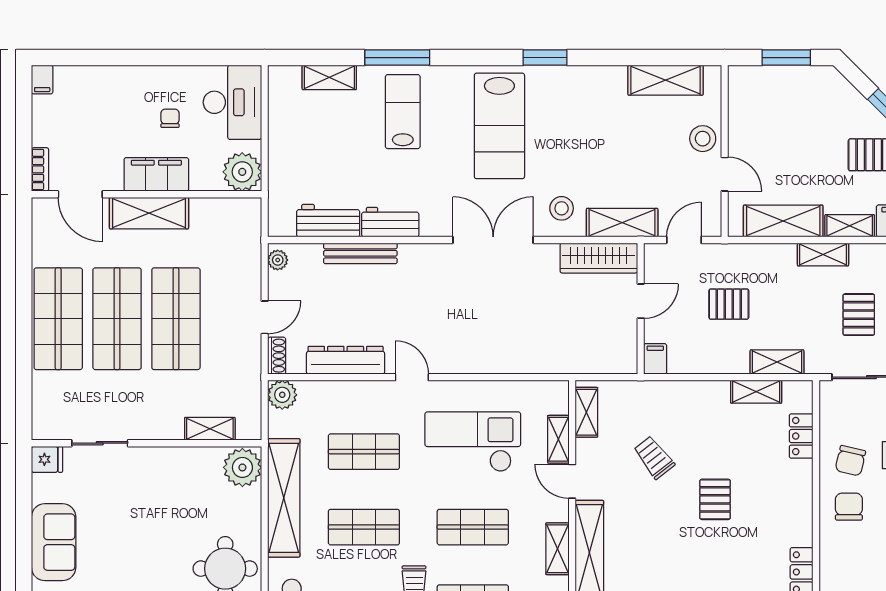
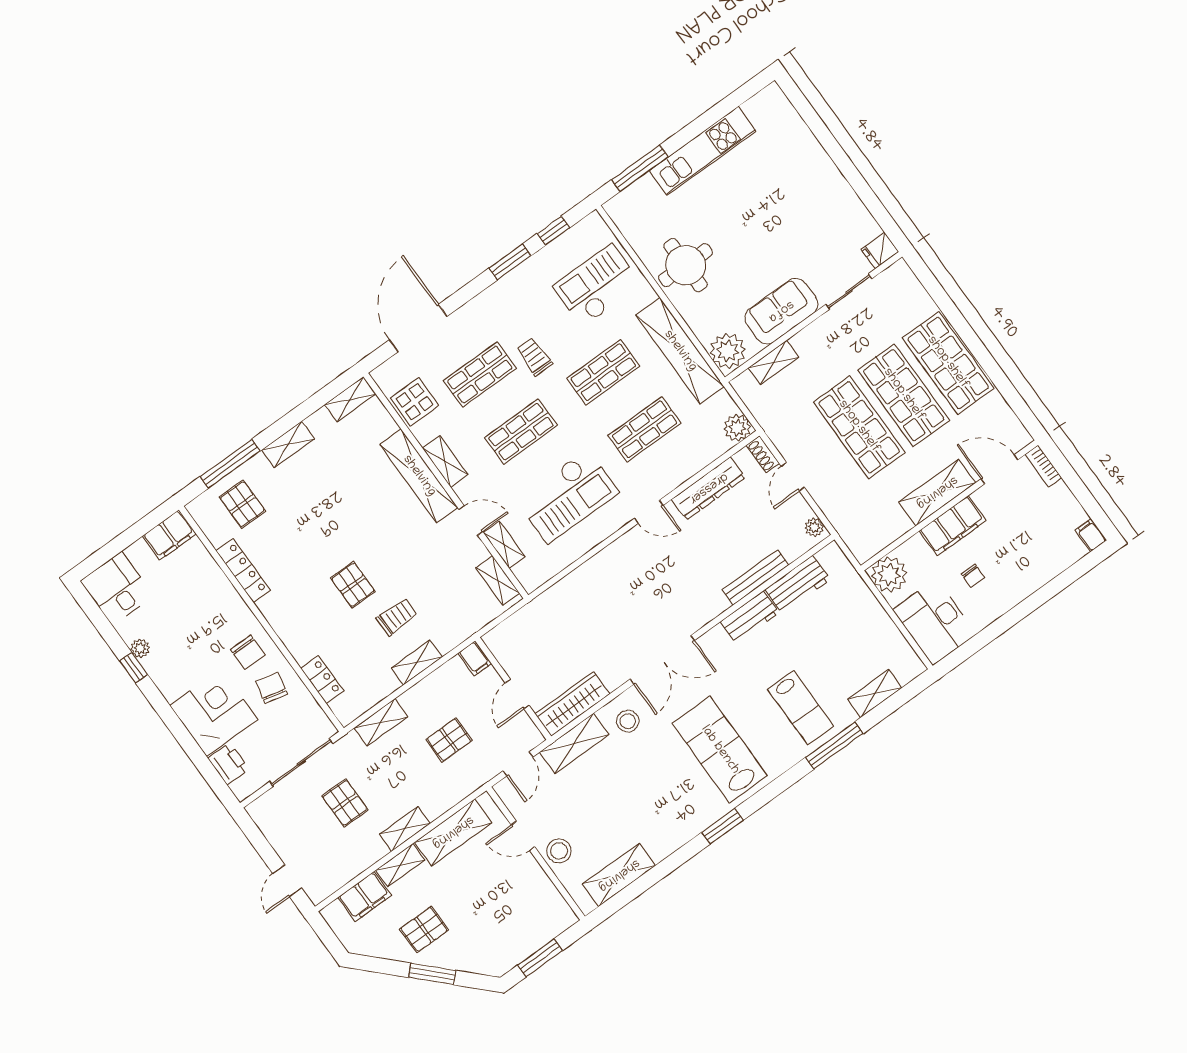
shelving: (756, 392) -> (417, 662), moved
trolley: (654, 457) -> (397, 617), moved, turned -52
sofa: (54, 542) -> (781, 311), moved, turned 90

